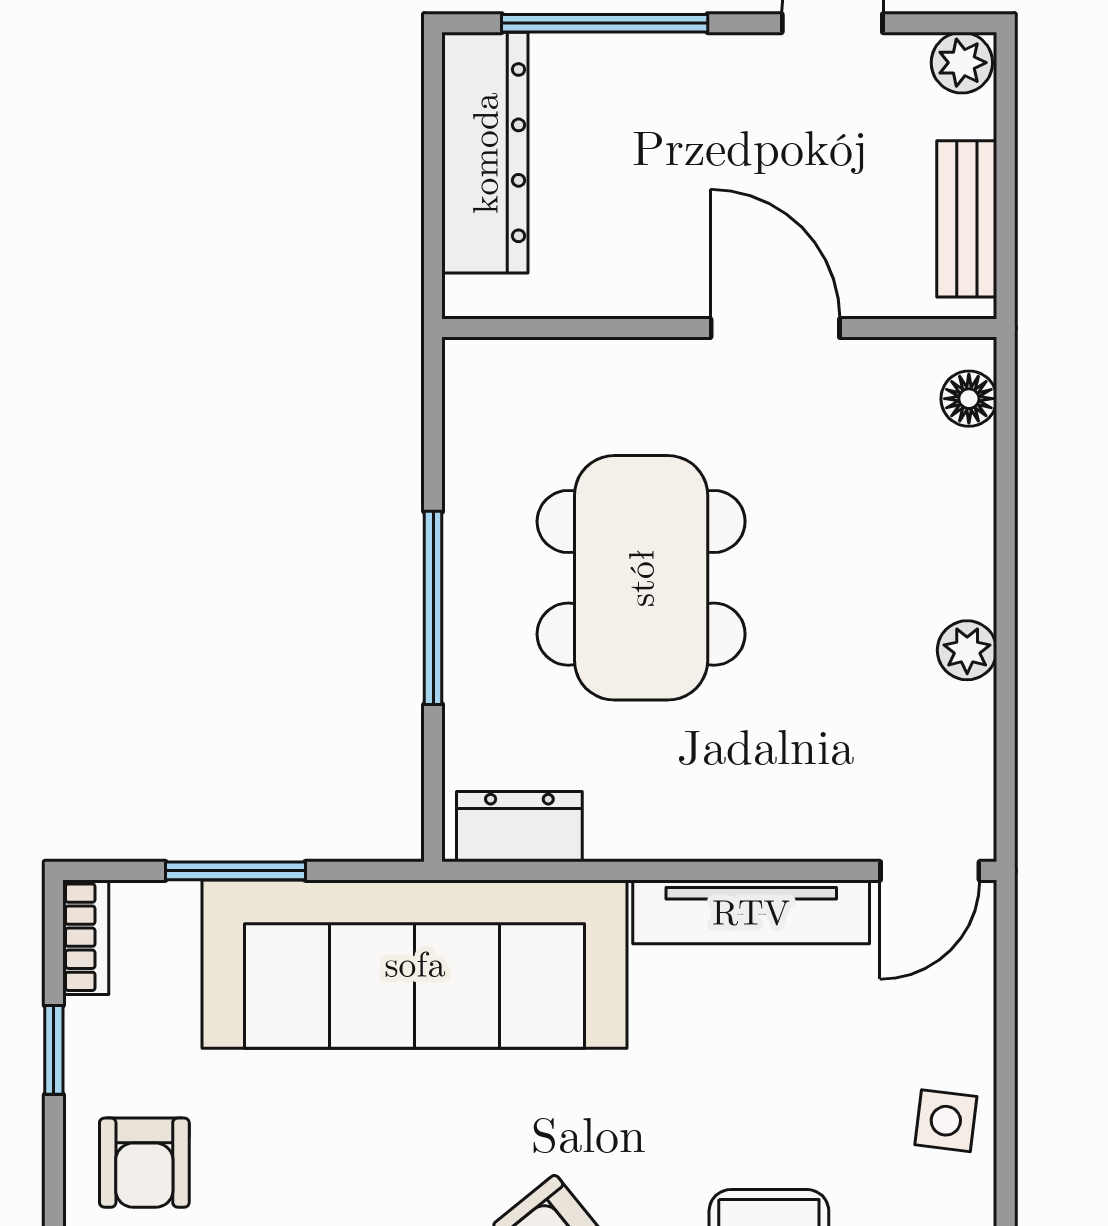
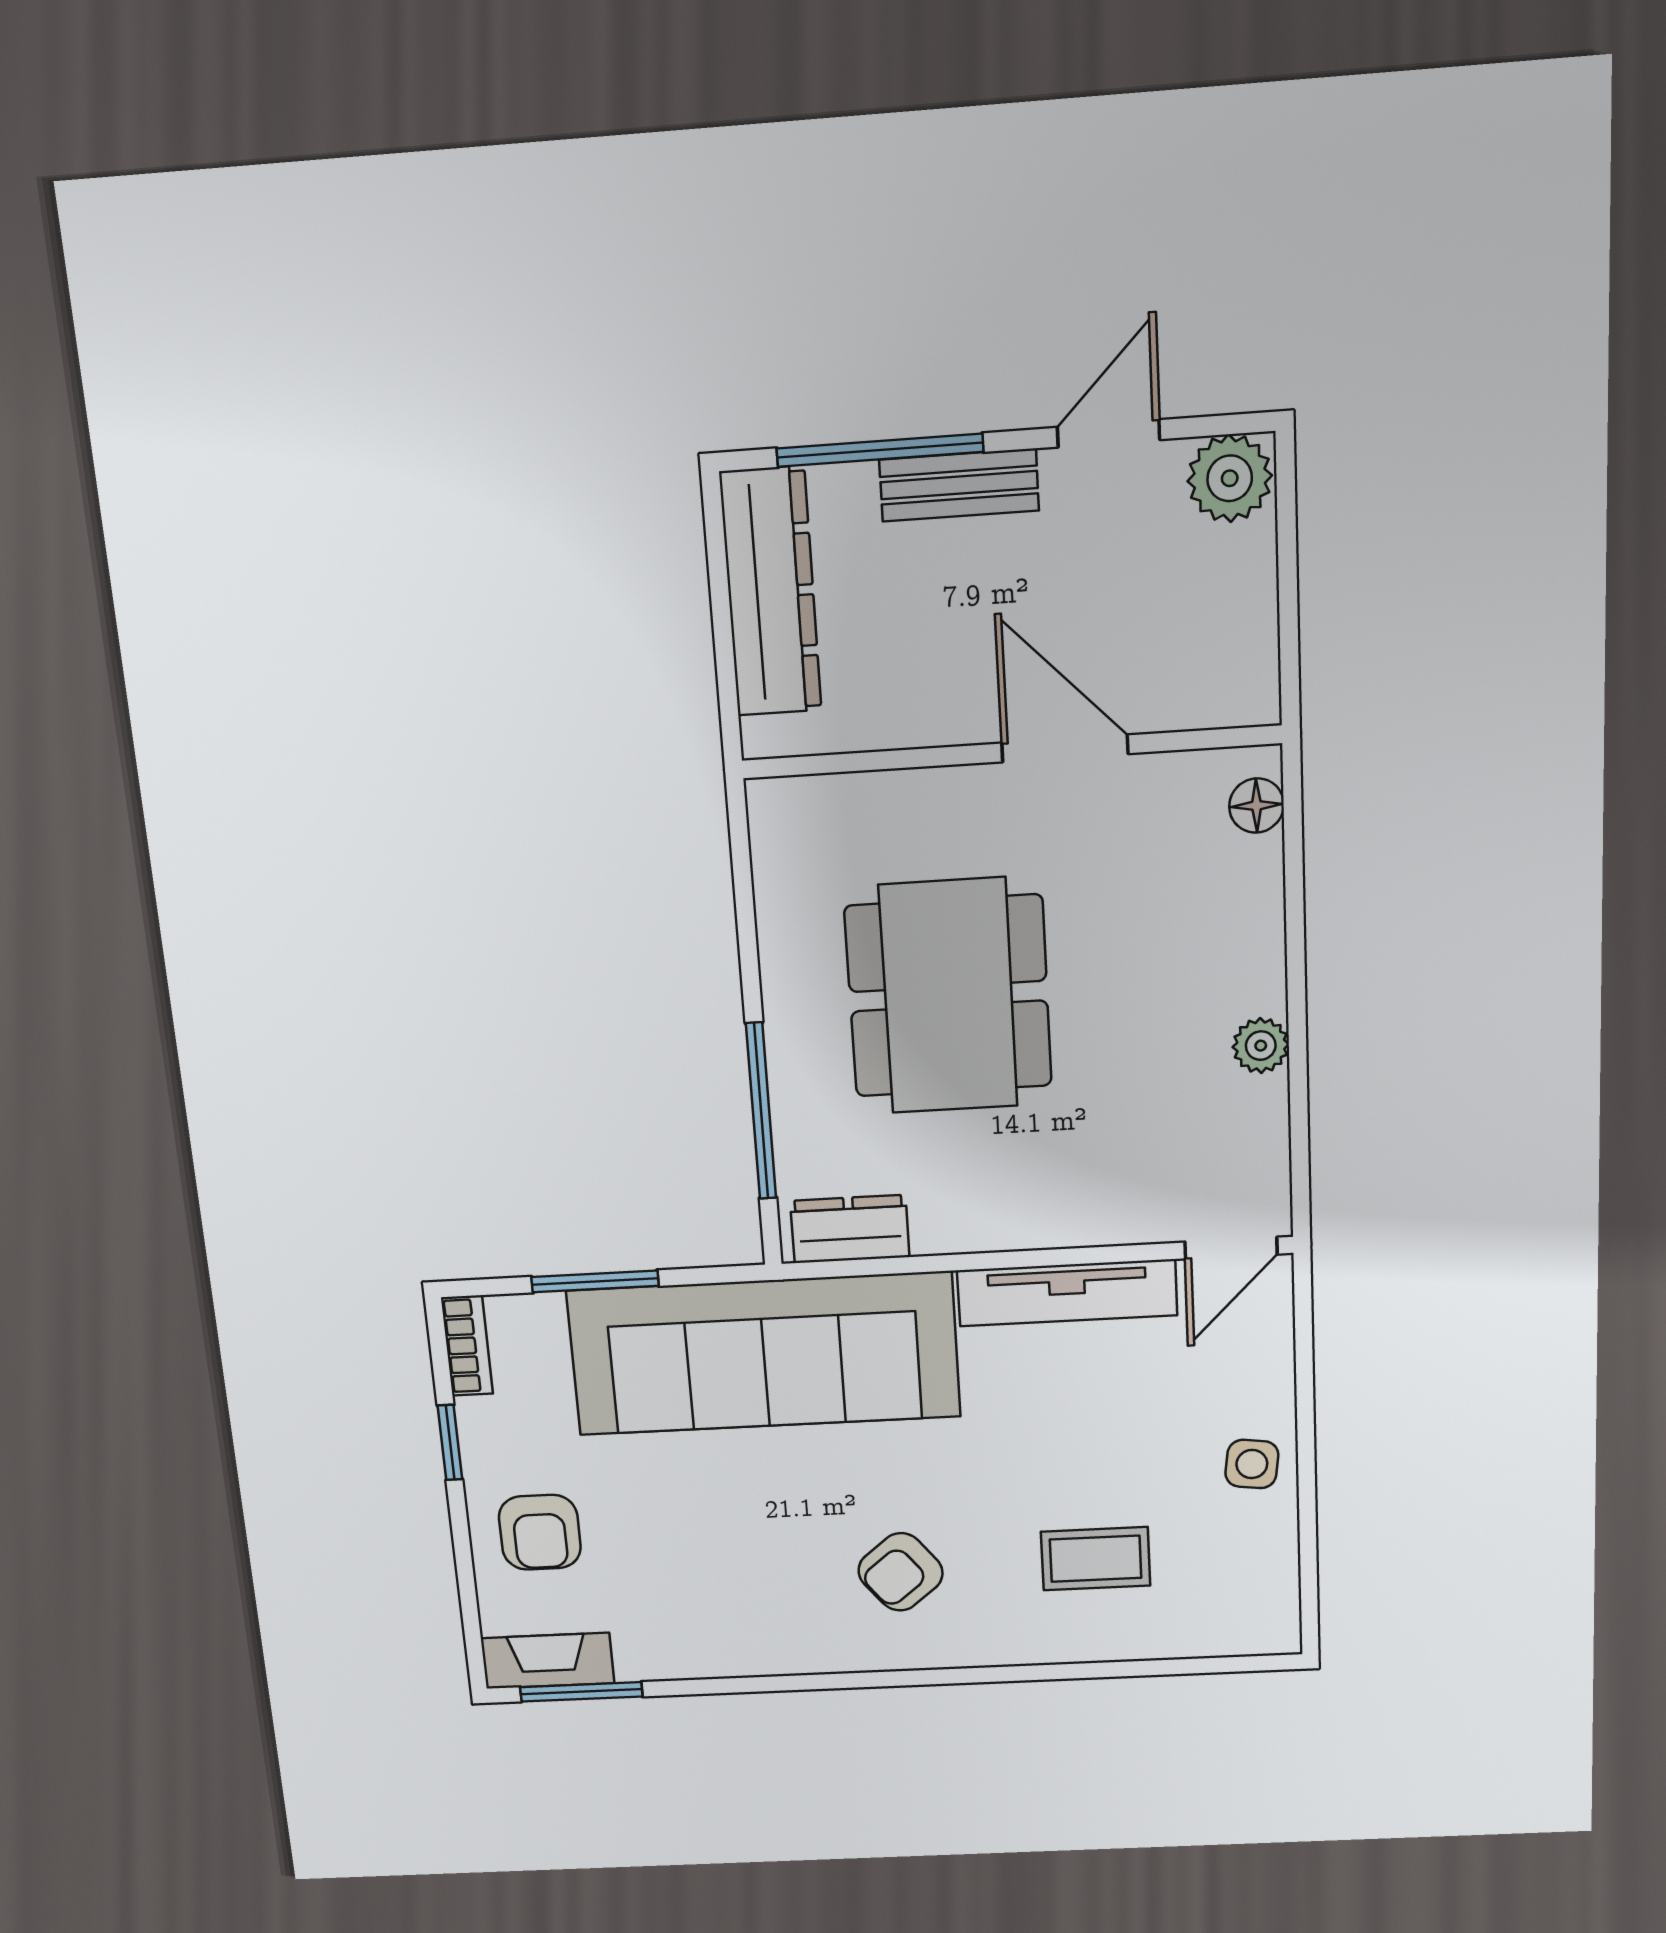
plant: (962, 63) -> (1230, 478), width x1.38, depth x1.38
bench: (967, 219) -> (959, 485), moved, turned 90
window: (433, 608) -> (761, 1111), moved

